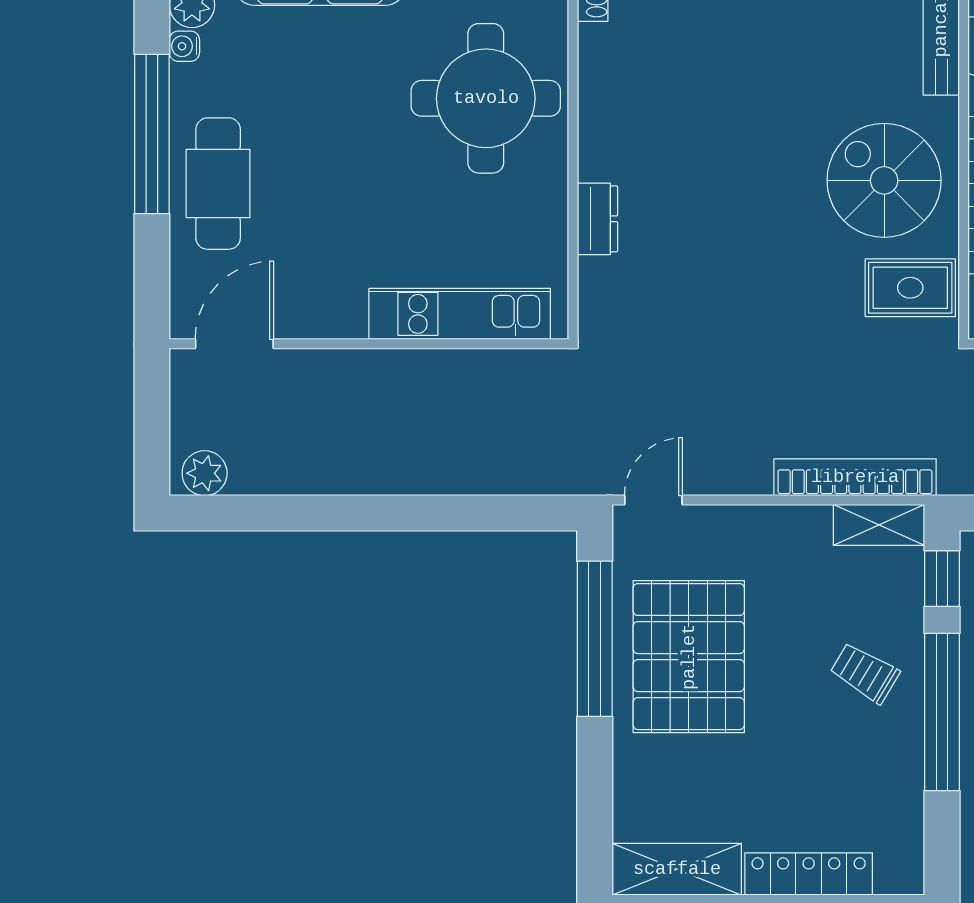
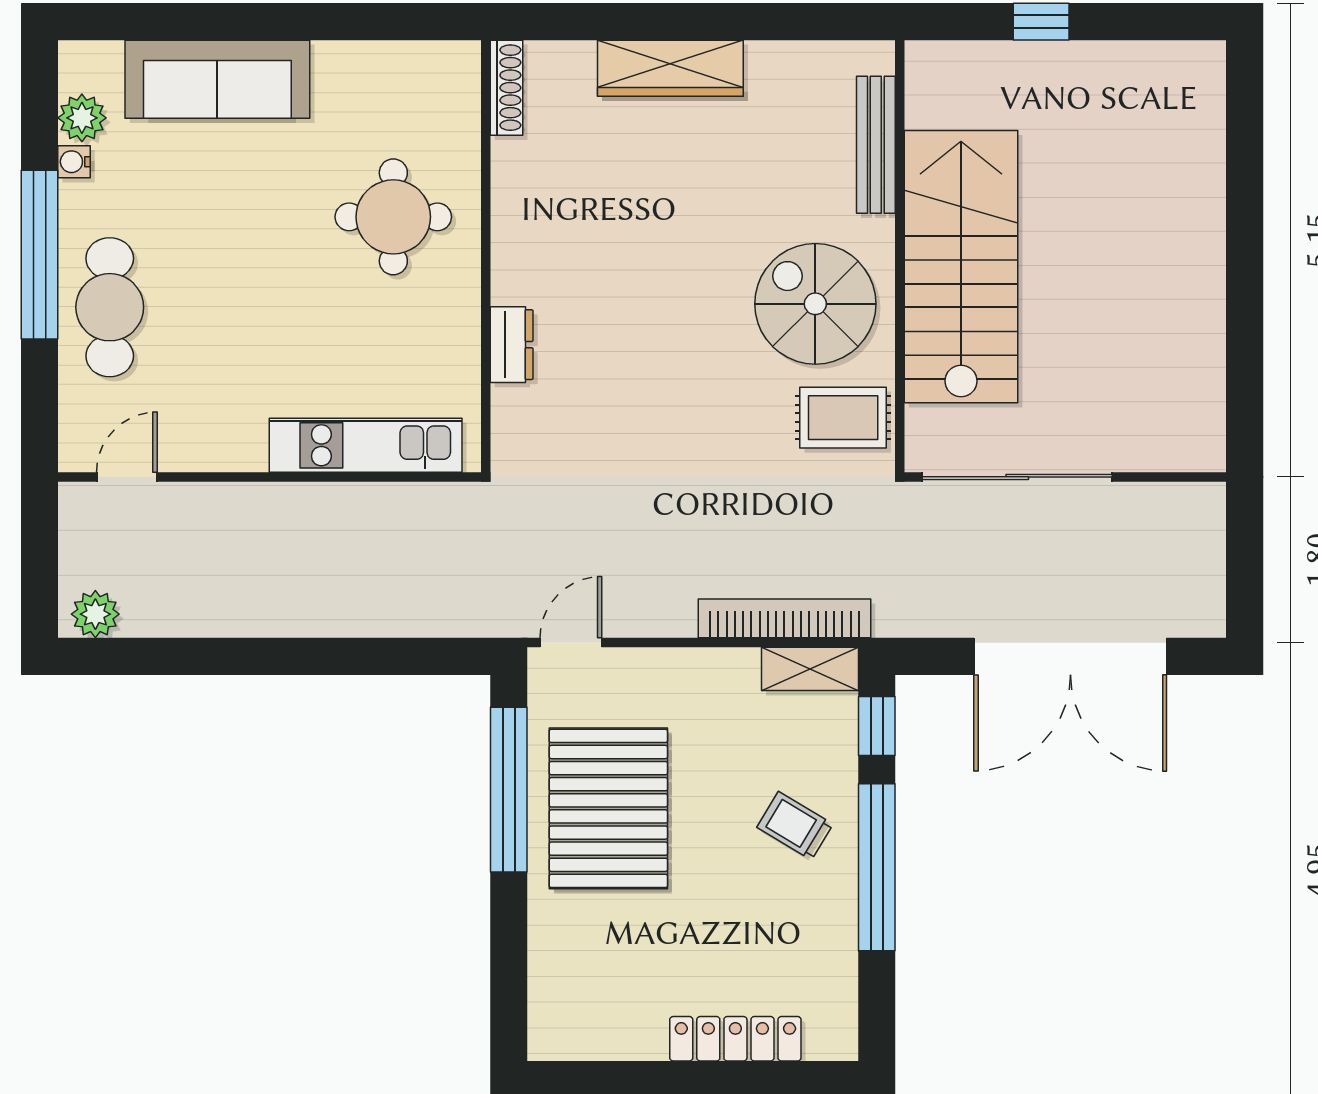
round table: (486, 98) -> (393, 217), width x0.73, depth x0.73
door: (234, 344) -> (127, 477), width x0.73
shelving: (677, 869) -> (596, 1034), removed

